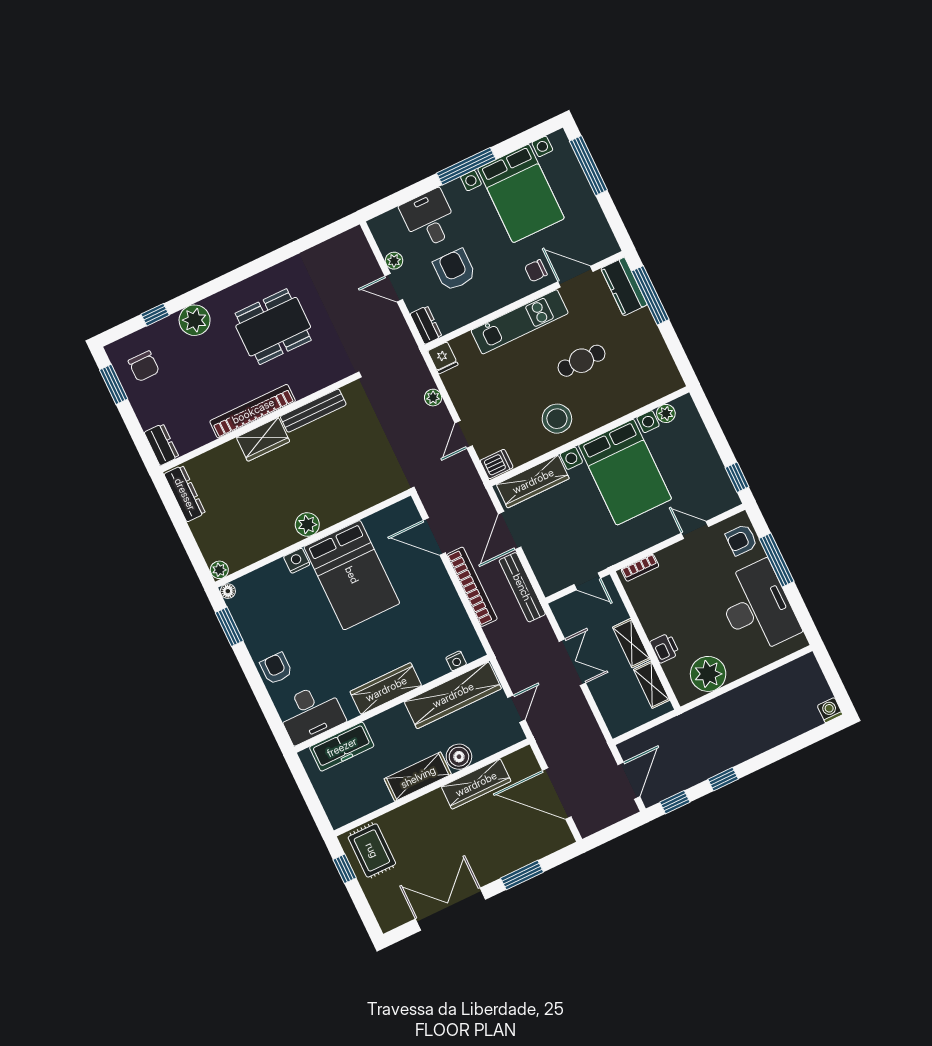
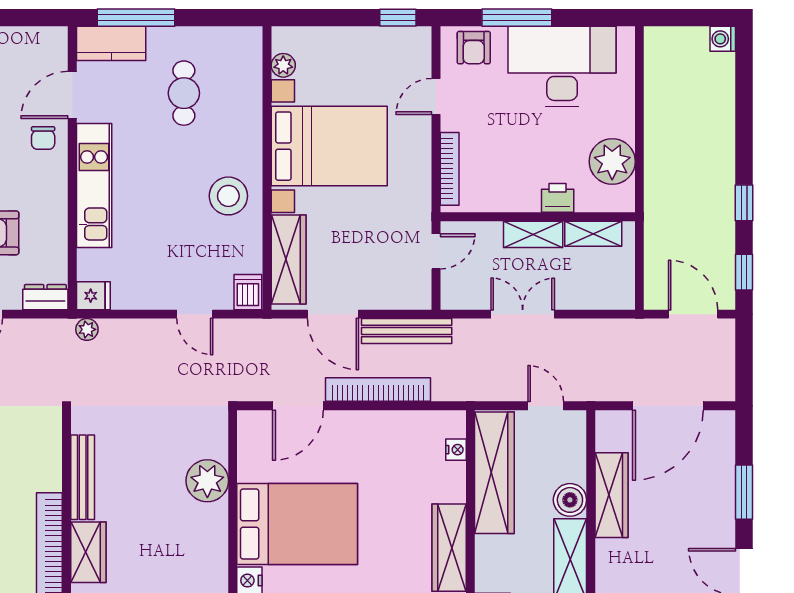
cafe table: (581, 361) -> (184, 93), moved
plant: (433, 398) -> (87, 329), moved
plant: (307, 524) -> (207, 481), moved, width x1.36, depth x1.36
bookcase: (640, 568) -> (450, 169), width x1.56

